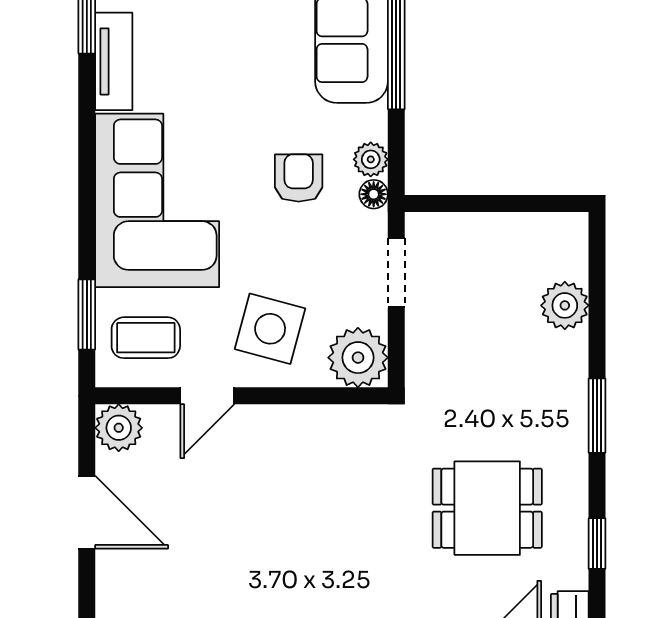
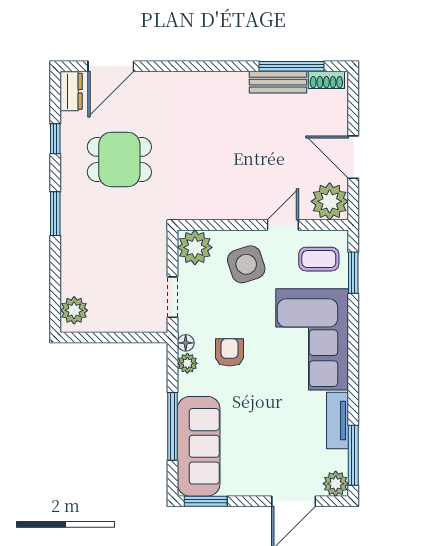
armchair: (299, 178) -> (230, 352), turned 180
plant: (565, 305) -> (74, 310), moved
side table: (270, 329) -> (246, 264), turned -33
plant: (119, 428) -> (330, 201), width x1.36, depth x1.36

